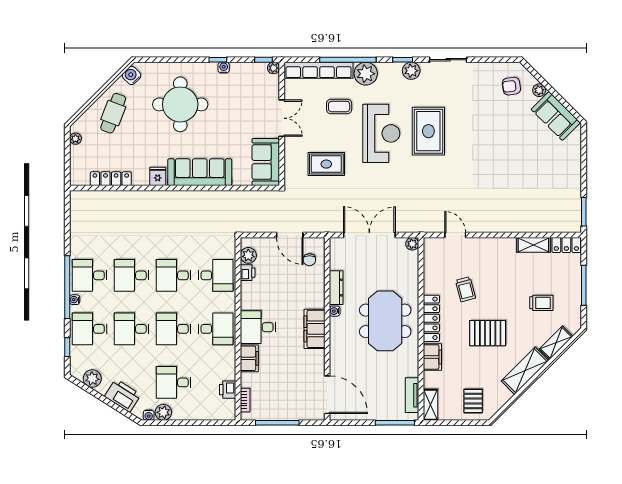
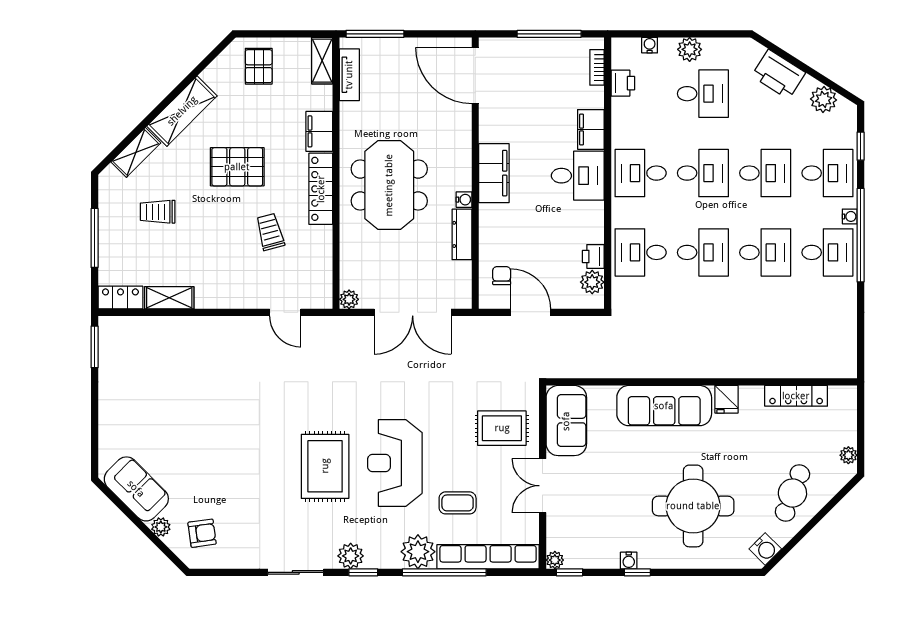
rug: (326, 164) -> (502, 428), moved
plant: (163, 412) -> (690, 49), moved
water cooler: (149, 415) -> (650, 45), moved

